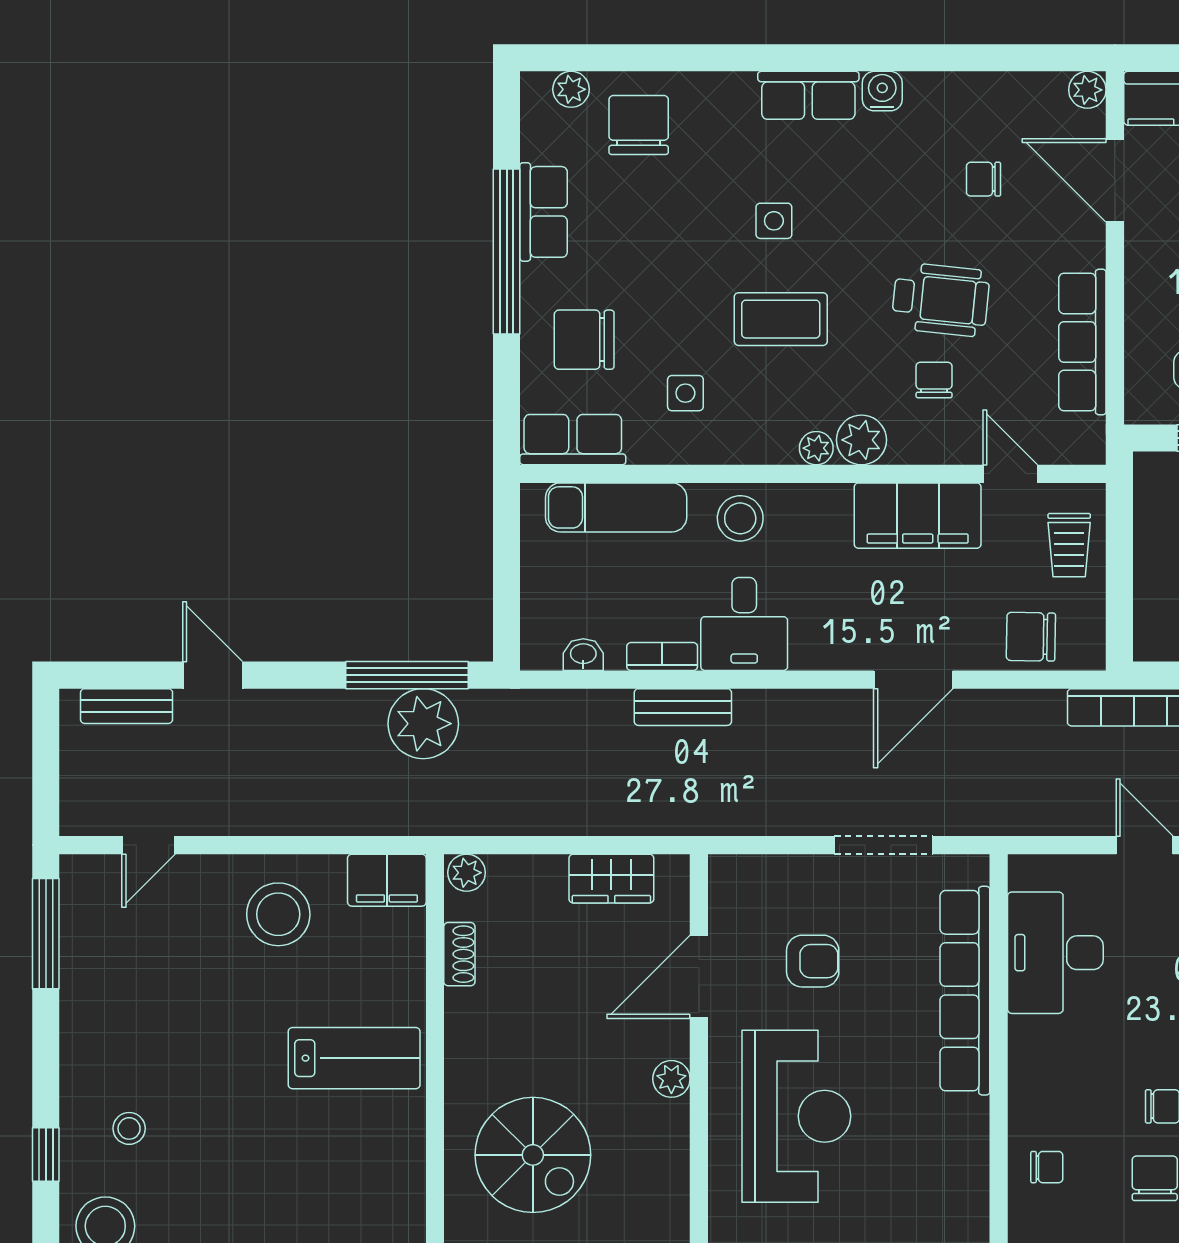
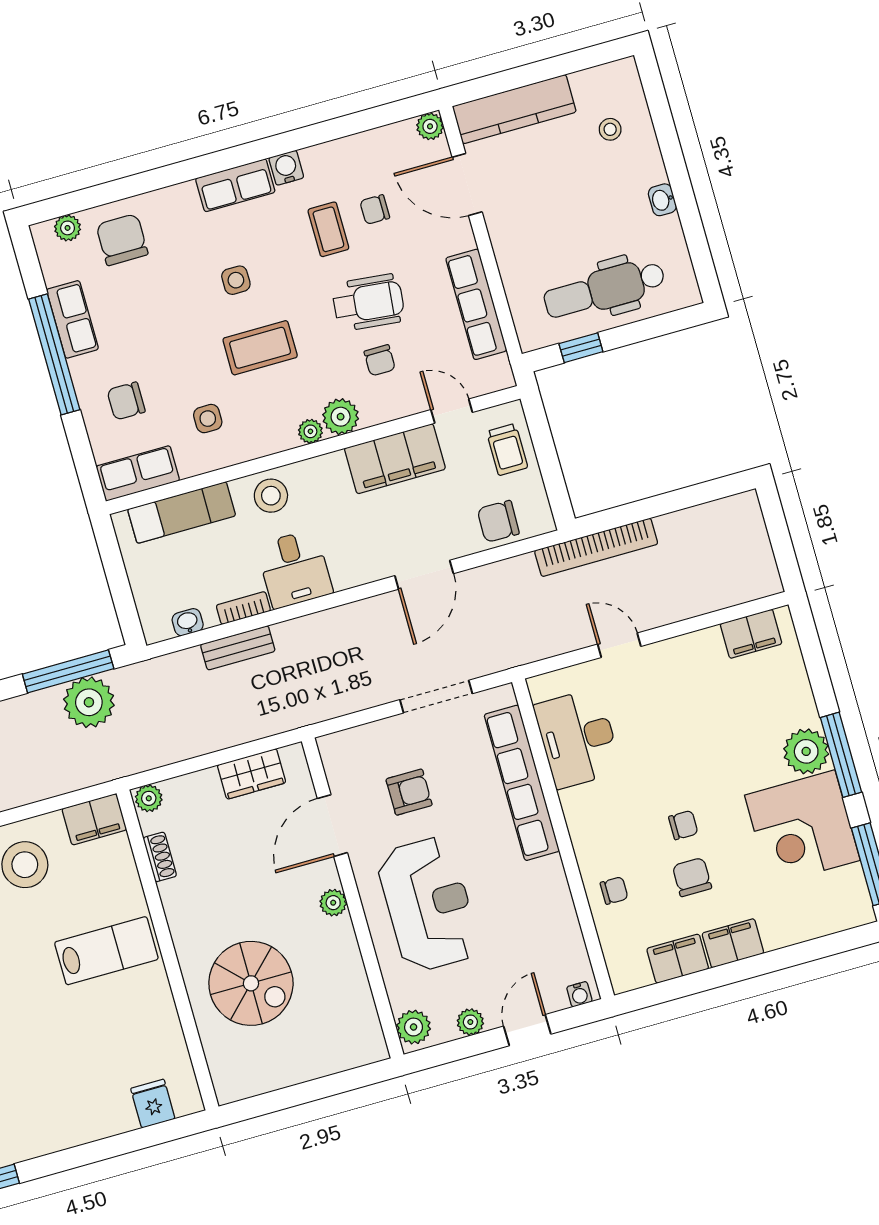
coffee table: (915, 188) -> (328, 229), added
chair: (584, 340) -> (126, 401), width x0.73, depth x0.73
chair: (934, 380) -> (380, 360), turned 180
bench: (683, 707) -> (238, 648), moved

